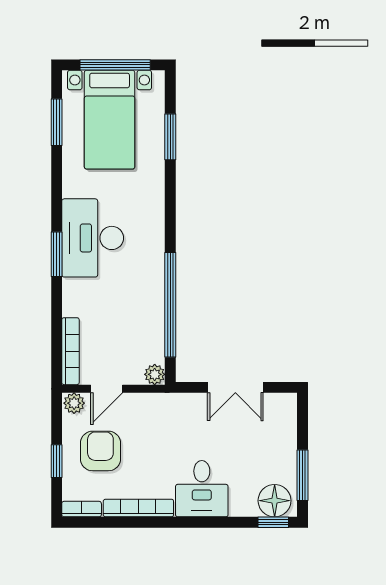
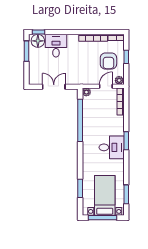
desk: (93, 238) -> (112, 147), width x0.73
desk: (202, 489) -> (56, 46), moved

